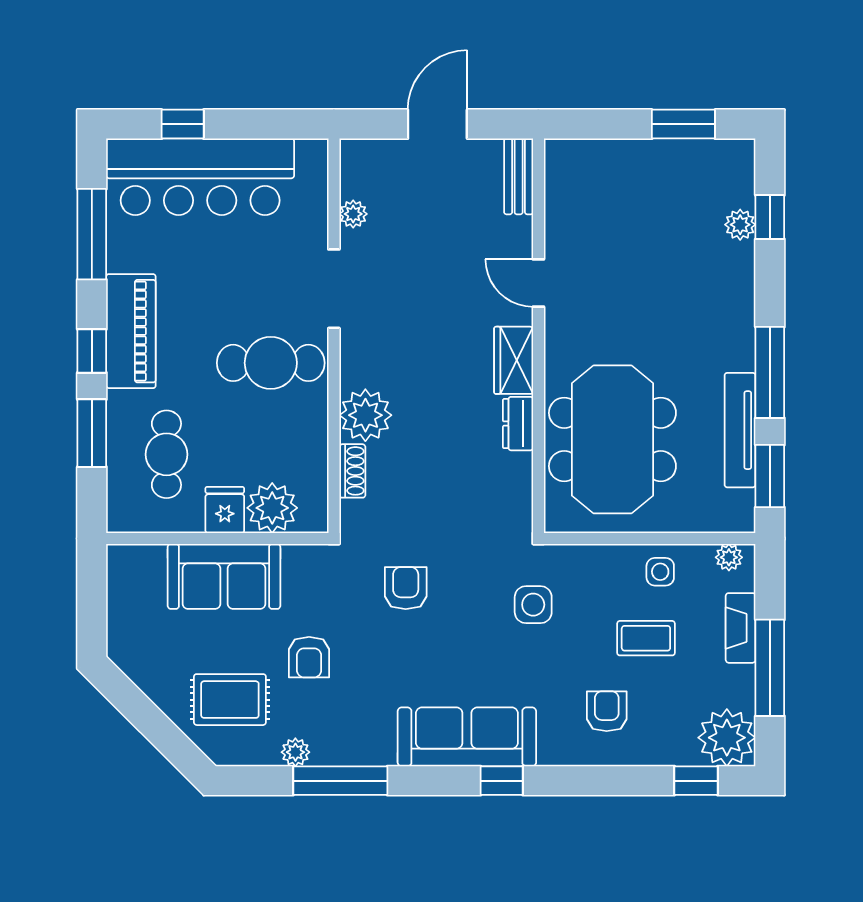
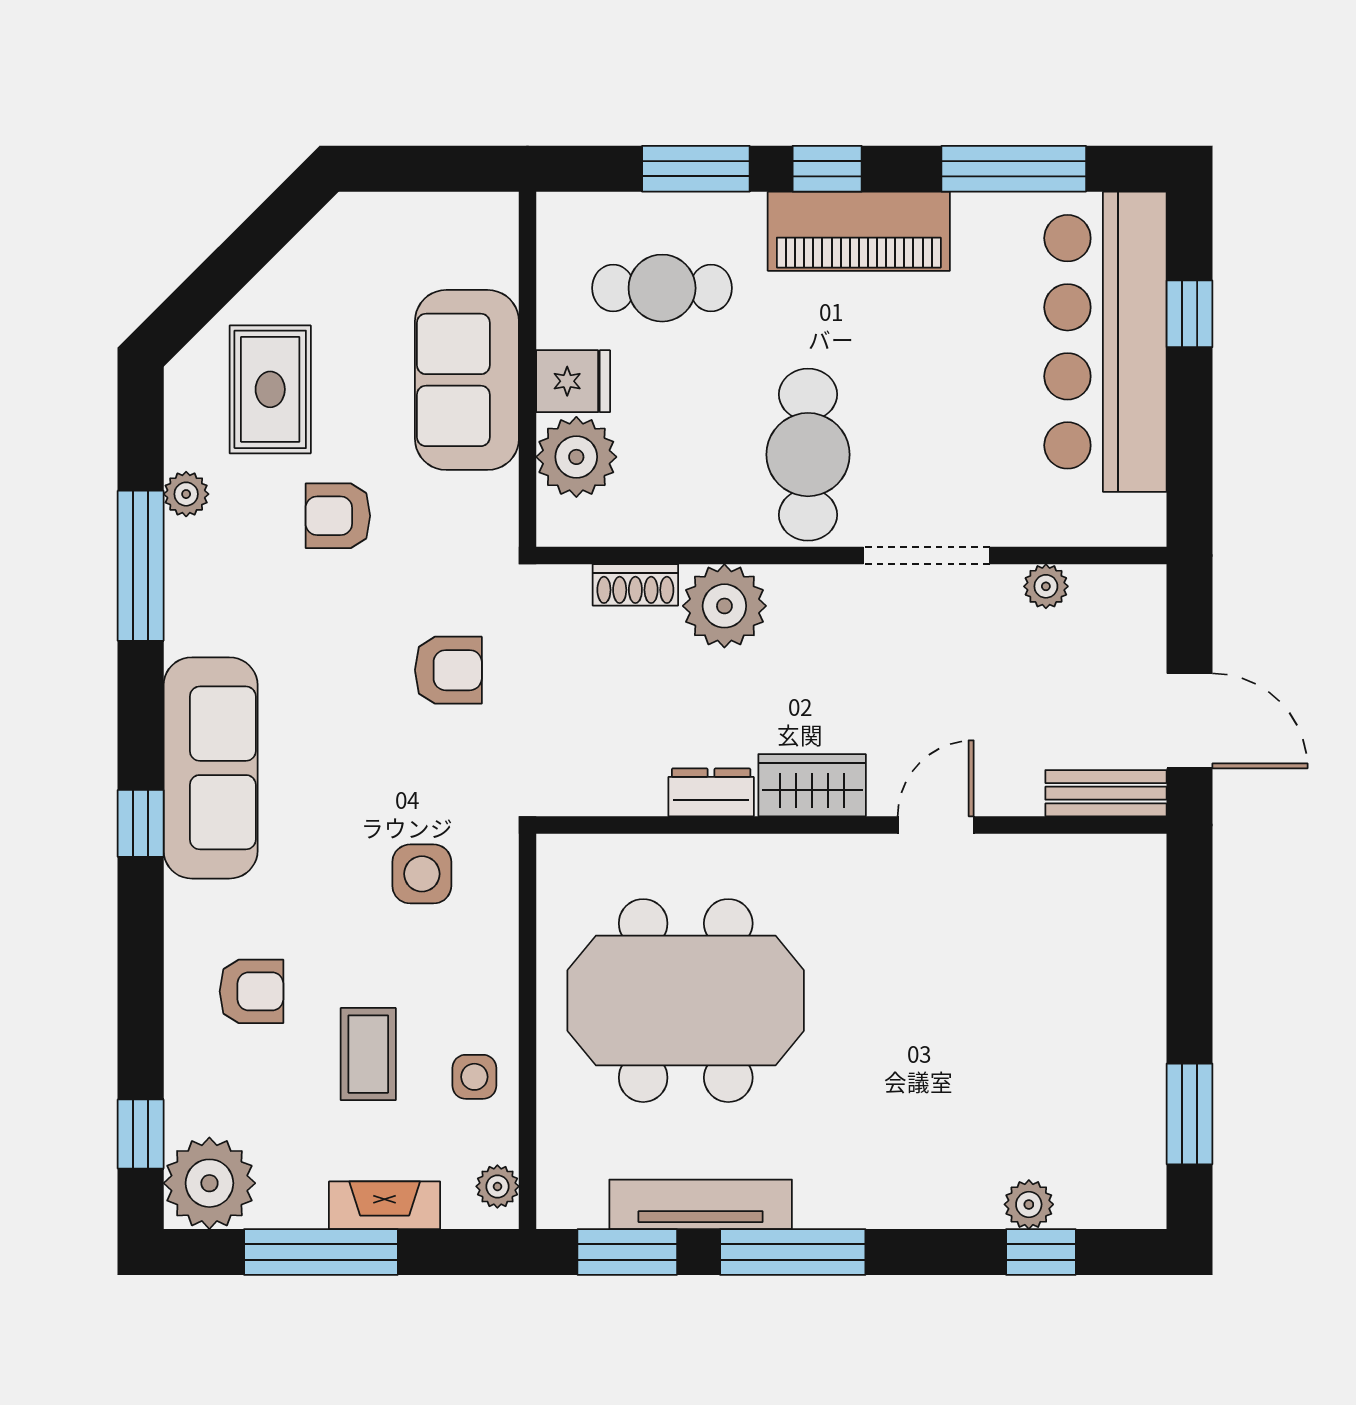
bench: (519, 176) -> (1106, 793), moved
door: (538, 283) -> (936, 825), moved
wall: (538, 336) -> (851, 825), moved
wardrobe: (514, 360) -> (812, 785), moved
dresser: (518, 424) -> (711, 792), moved

